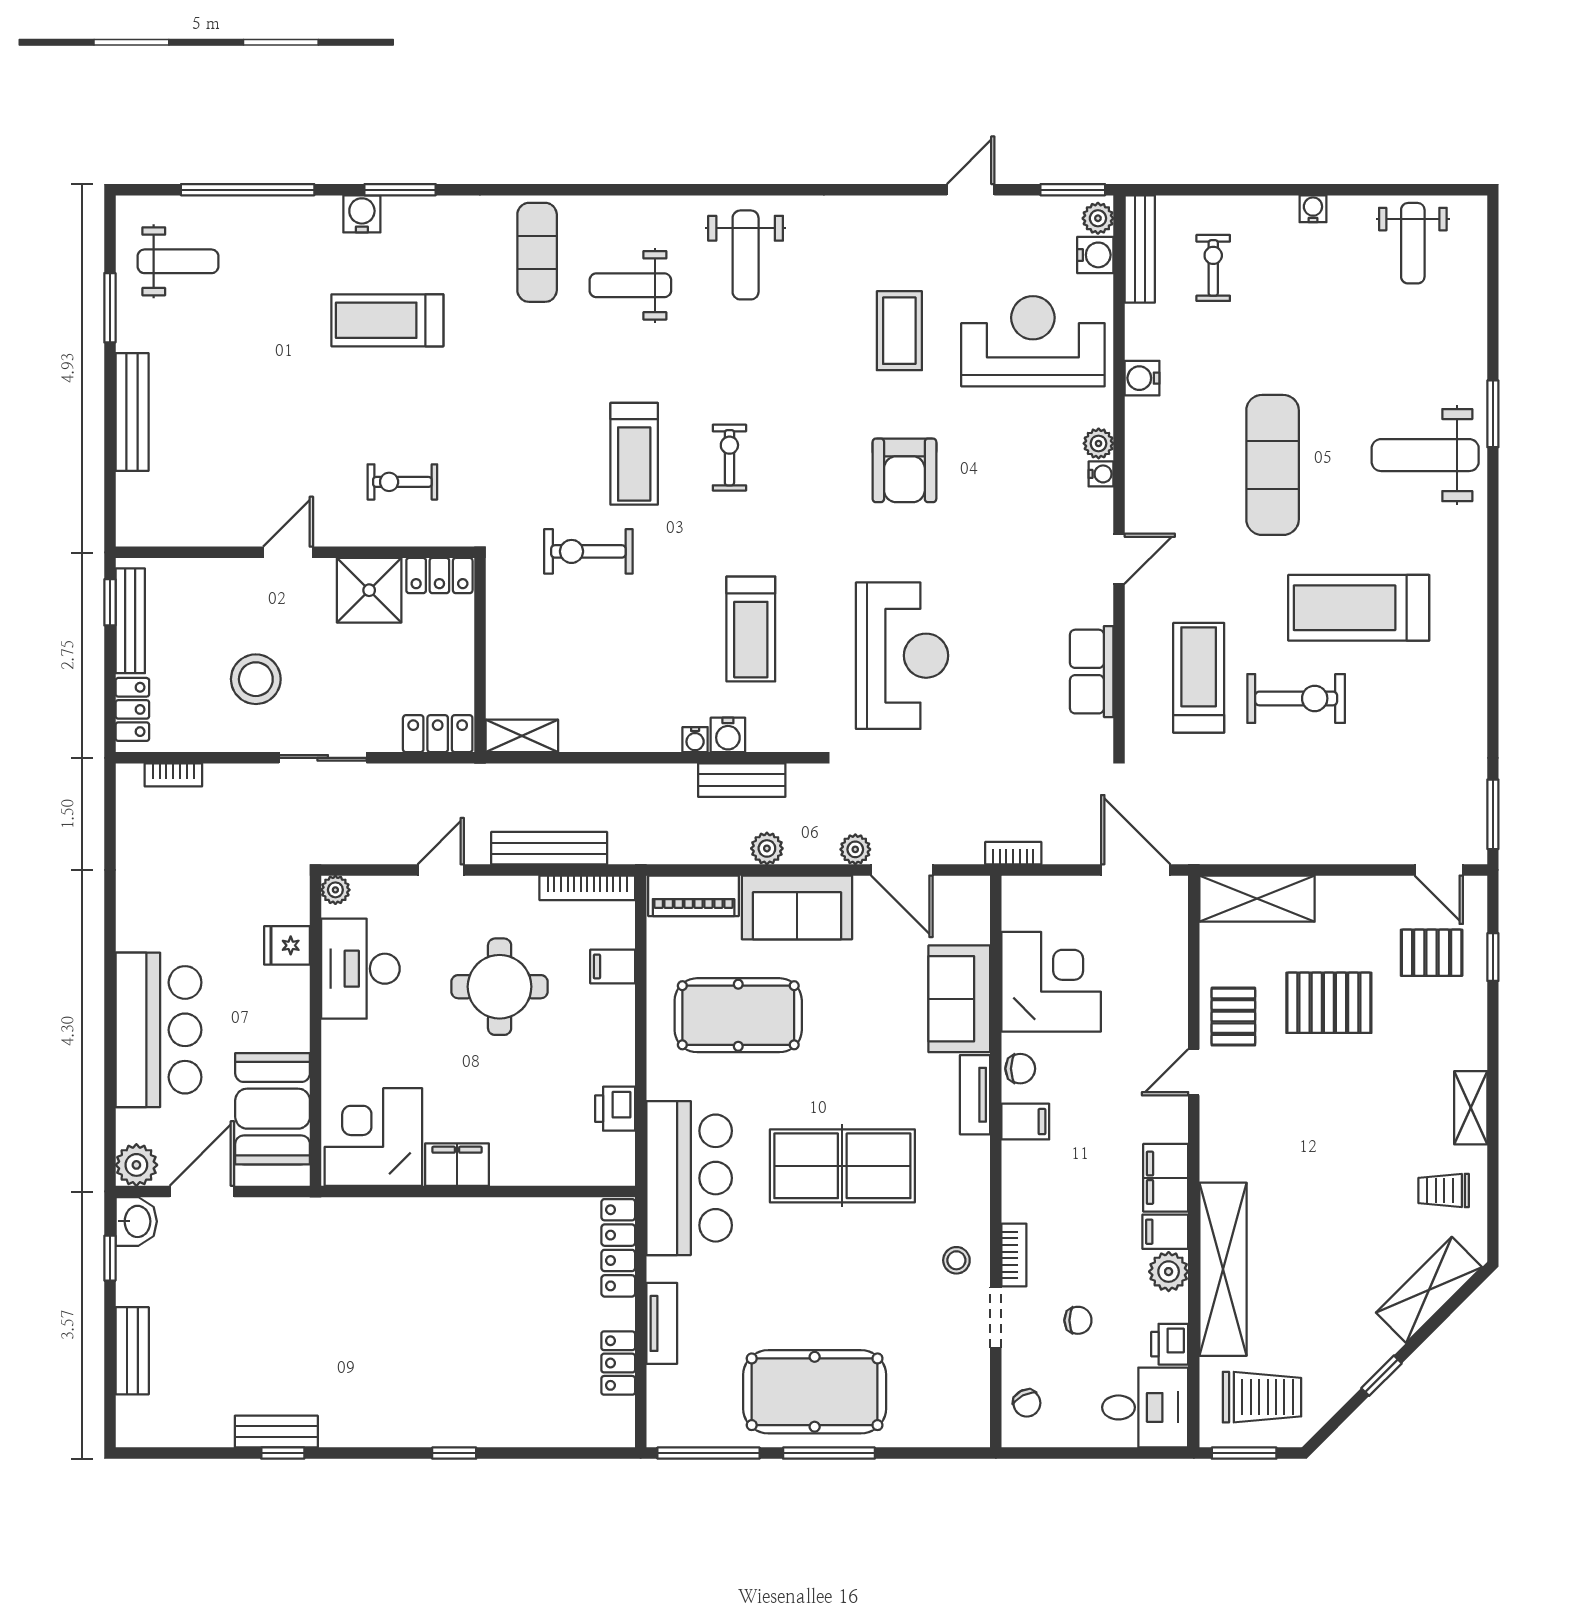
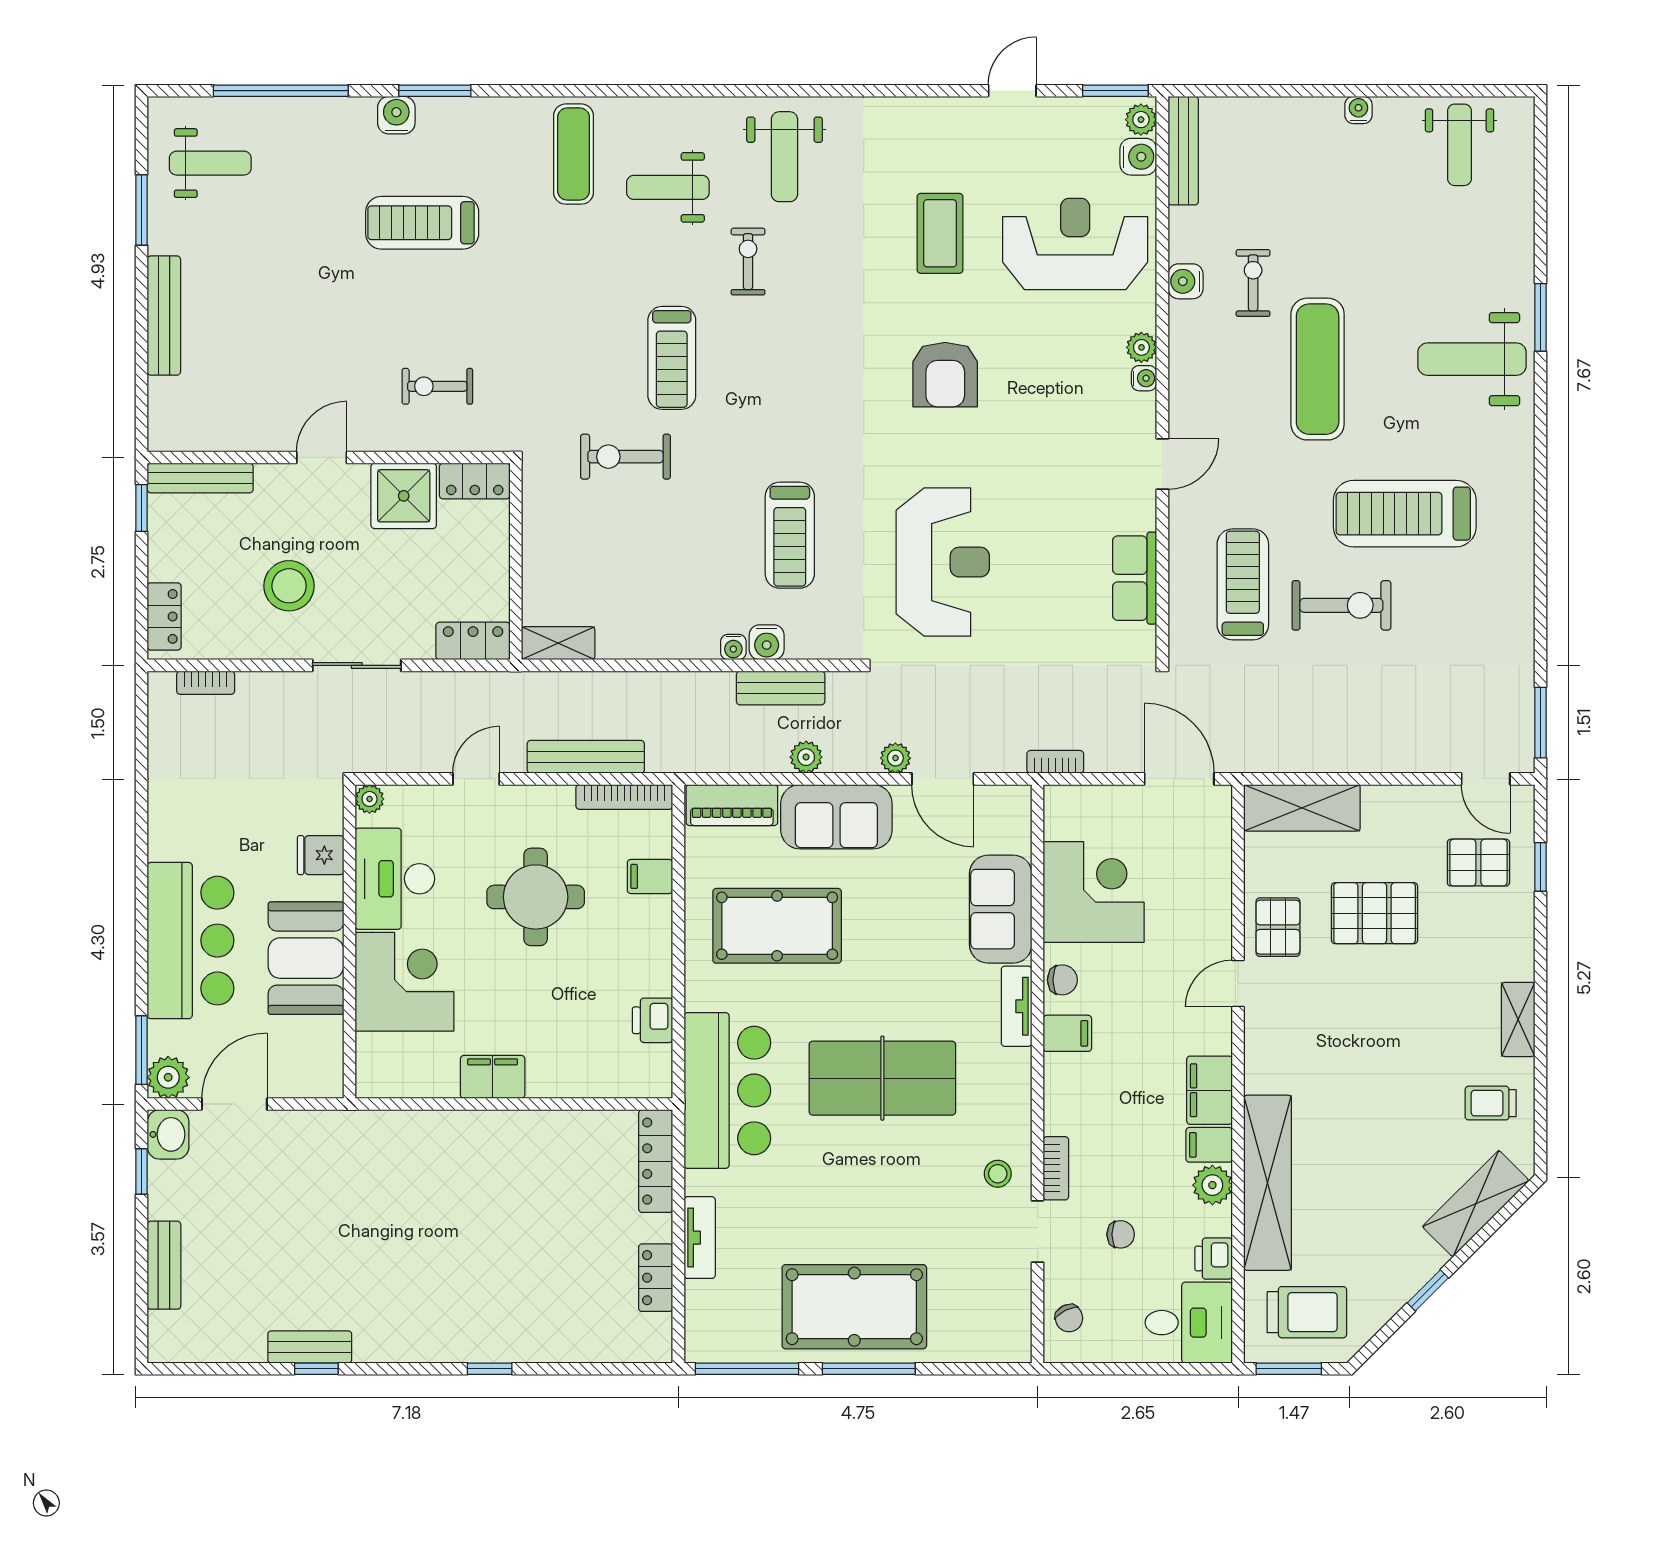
exercise bike: (1213, 268) -> (1253, 283), moved
exercise bike: (729, 458) -> (748, 262), moved
bench: (130, 621) -> (200, 478), moved, turned 90
booth: (273, 1109) -> (306, 958), moved
corner desk: (373, 1137) -> (404, 982), moved, turned 90
window: (110, 1138) -> (141, 1050), added

